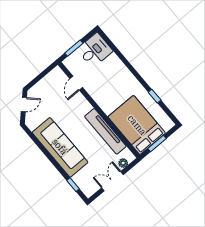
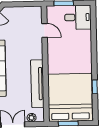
door: (76, 83) -> (44, 30), swing flipped
bed: (137, 125) -> (70, 97), width x1.36

